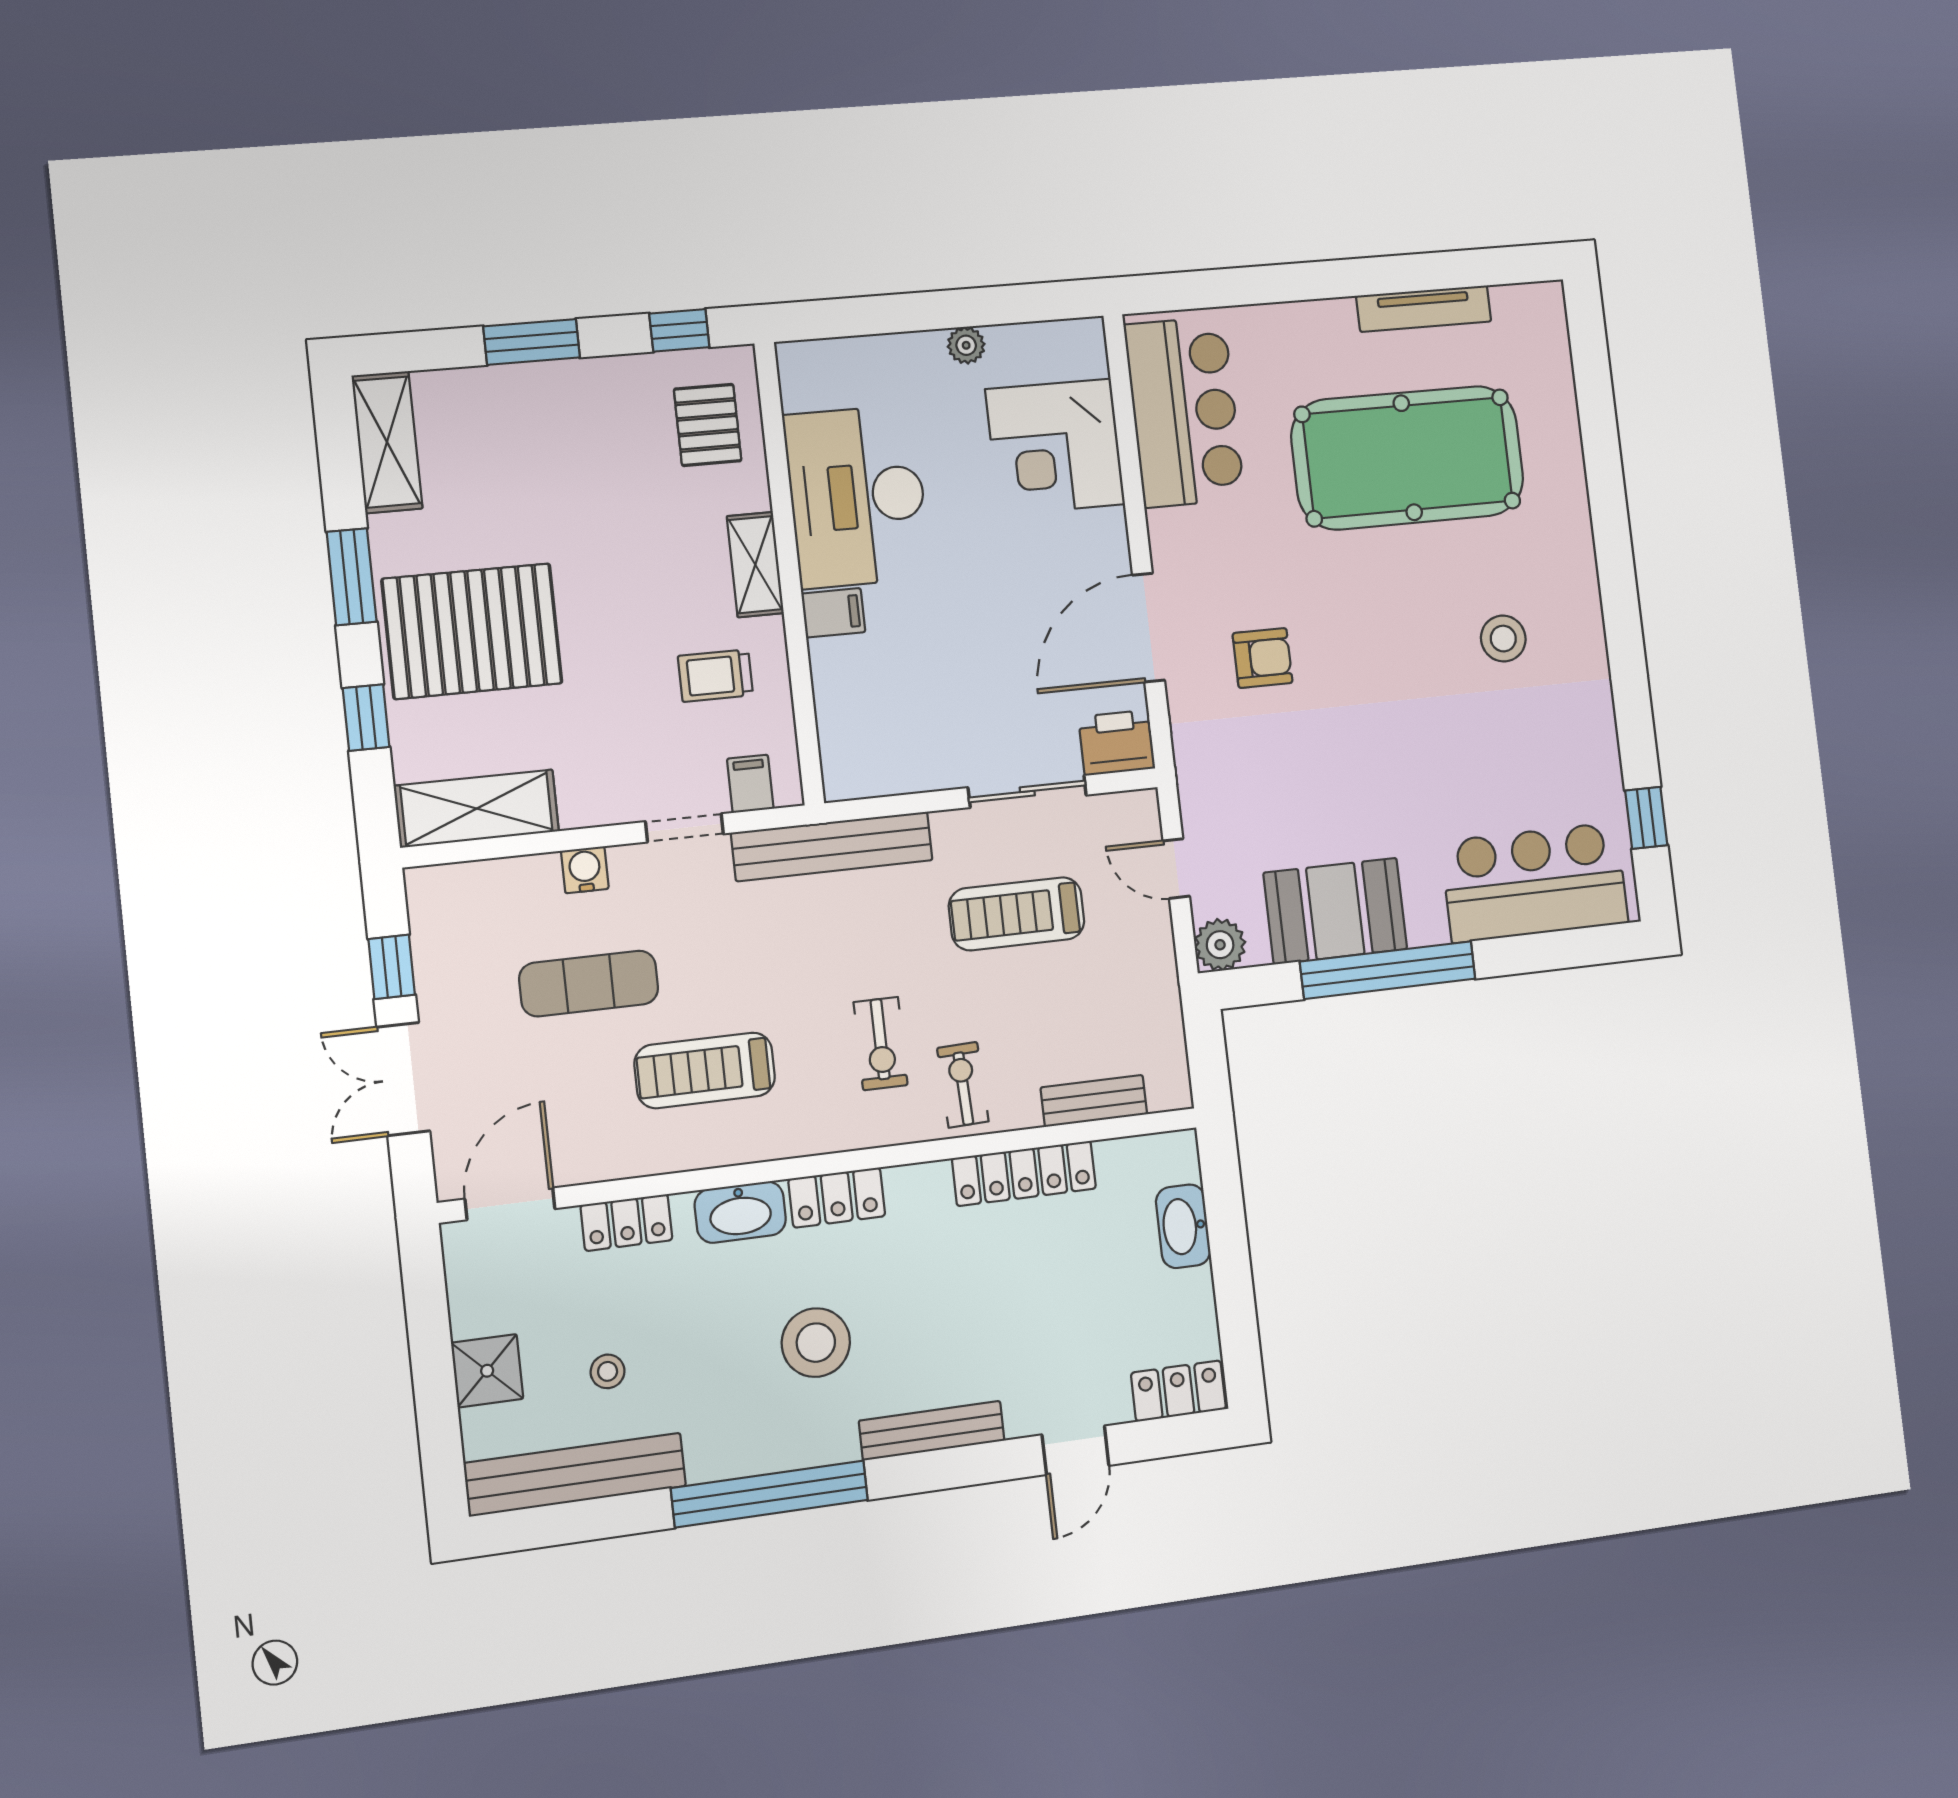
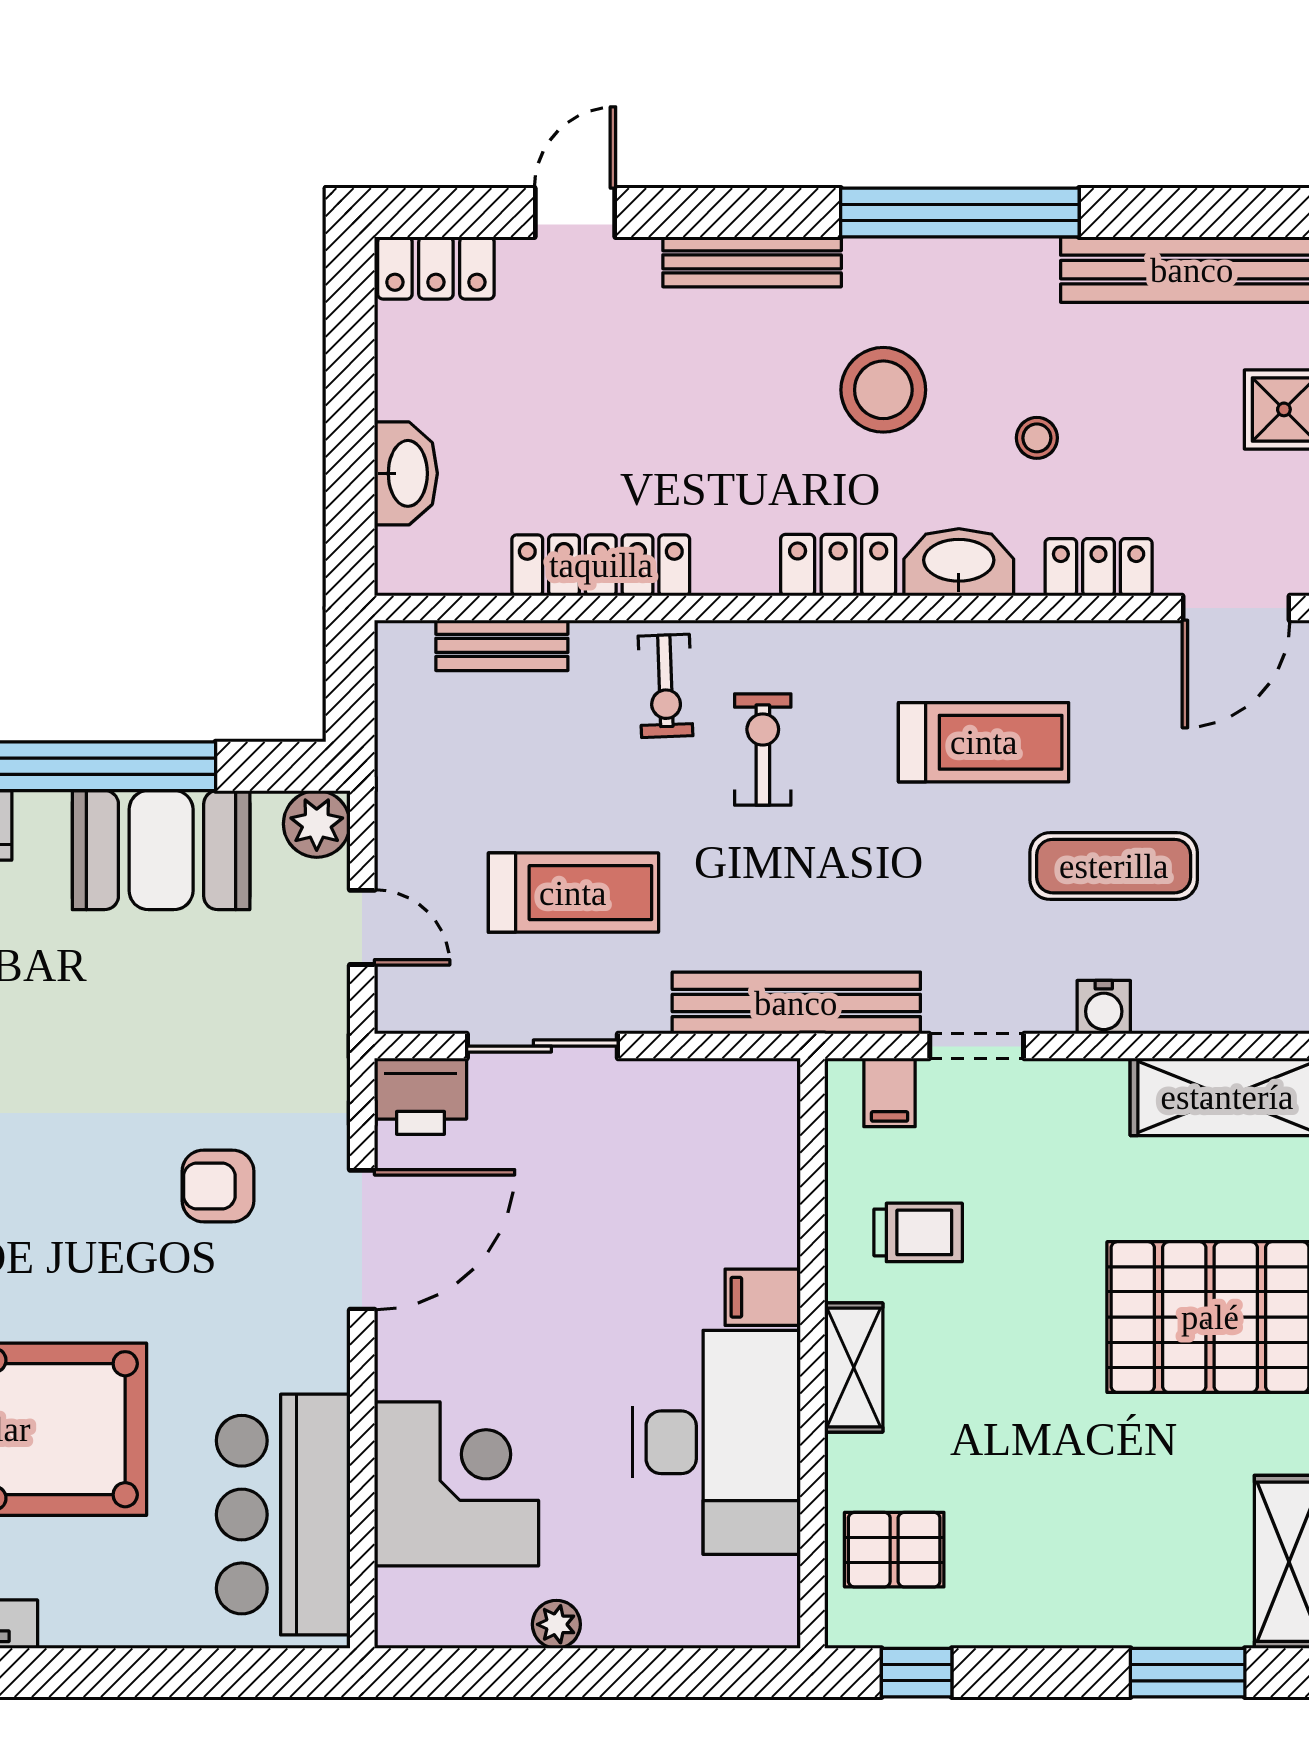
window: (532, 342) -> (1188, 1673), moved
pallet: (708, 425) -> (894, 1550), turned 90
stool: (608, 1371) -> (1037, 438), moved

